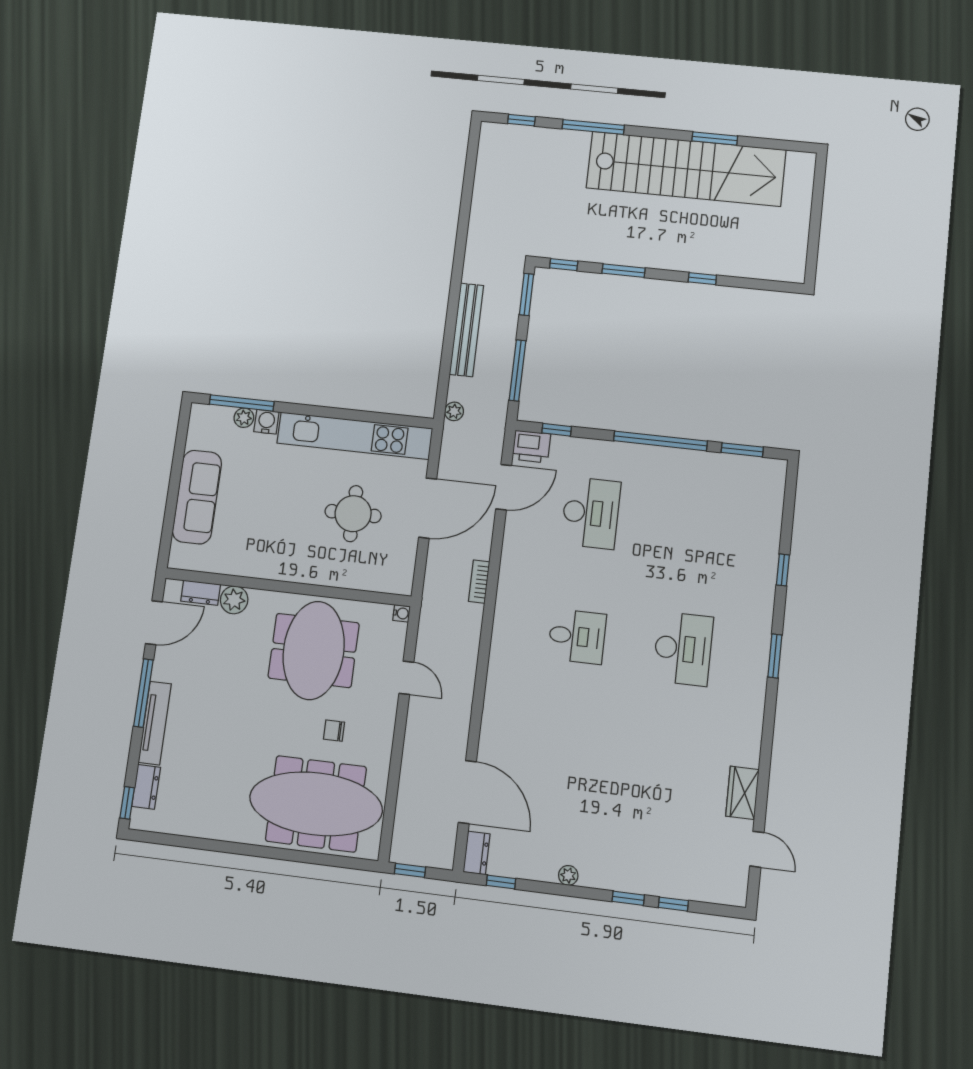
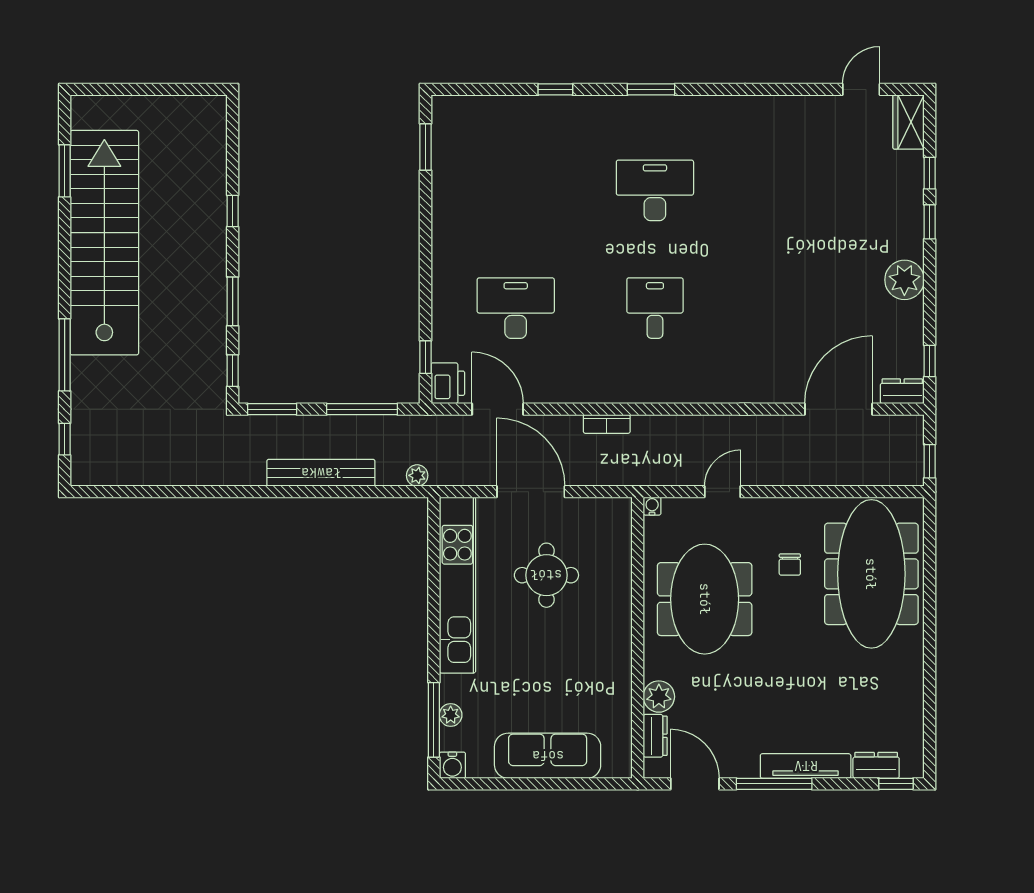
window: (715, 138) -> (65, 171), moved
water cooler: (266, 422) -> (452, 765), moved, turned -90
window: (660, 441) -> (425, 239), removed
meeting table: (314, 650) -> (705, 599), turned 90
wardrobe: (742, 793) -> (909, 122), moved, turned 90
plant: (568, 875) -> (904, 280), width x1.88, depth x1.88

